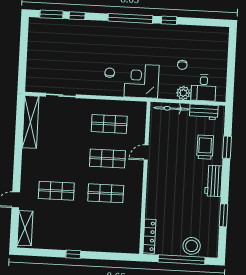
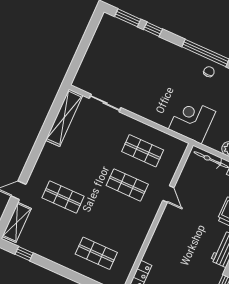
chair: (110, 73) -> (209, 72), moved
door: (146, 152) -> (168, 194), swing flipped
shop shelf: (106, 193) -> (96, 253), moved
window: (73, 254) -> (24, 254), moved

